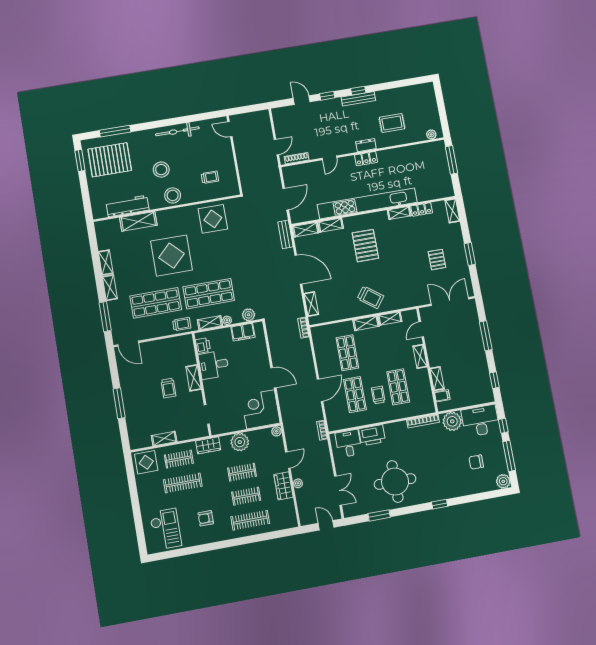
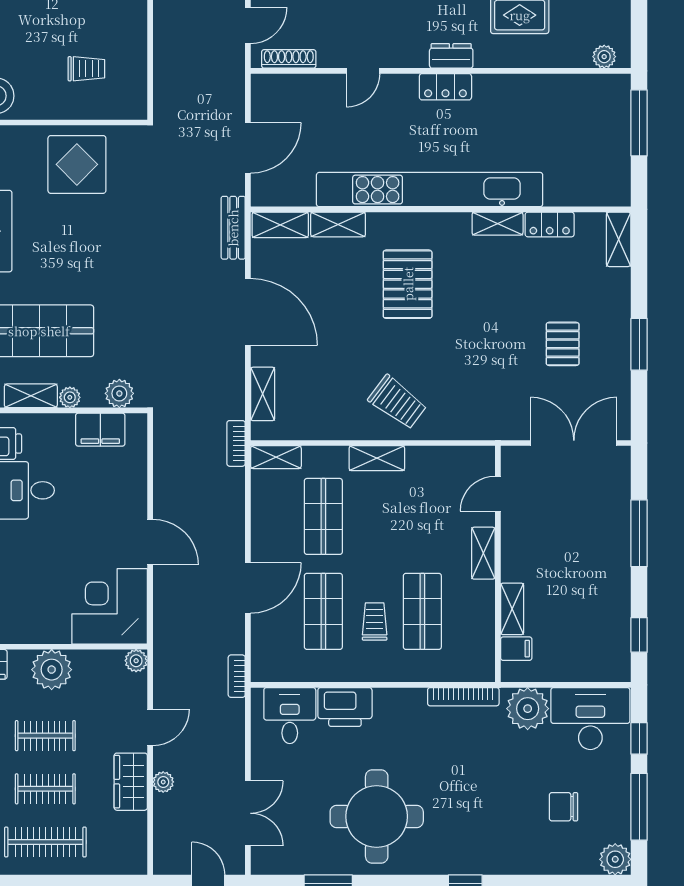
shelving: (390, 318) -> (276, 457), moved

